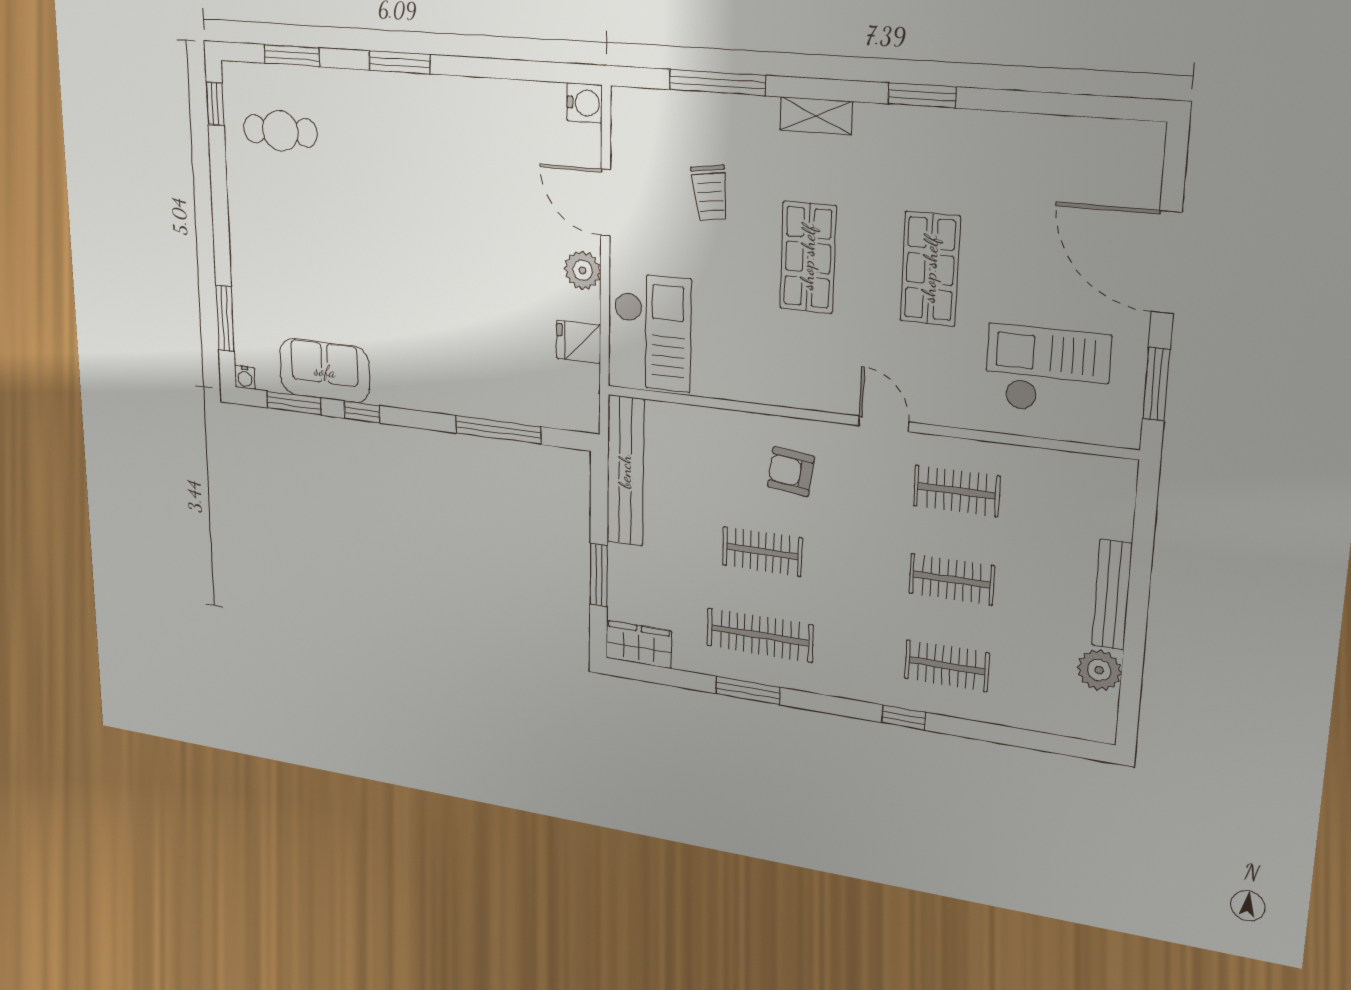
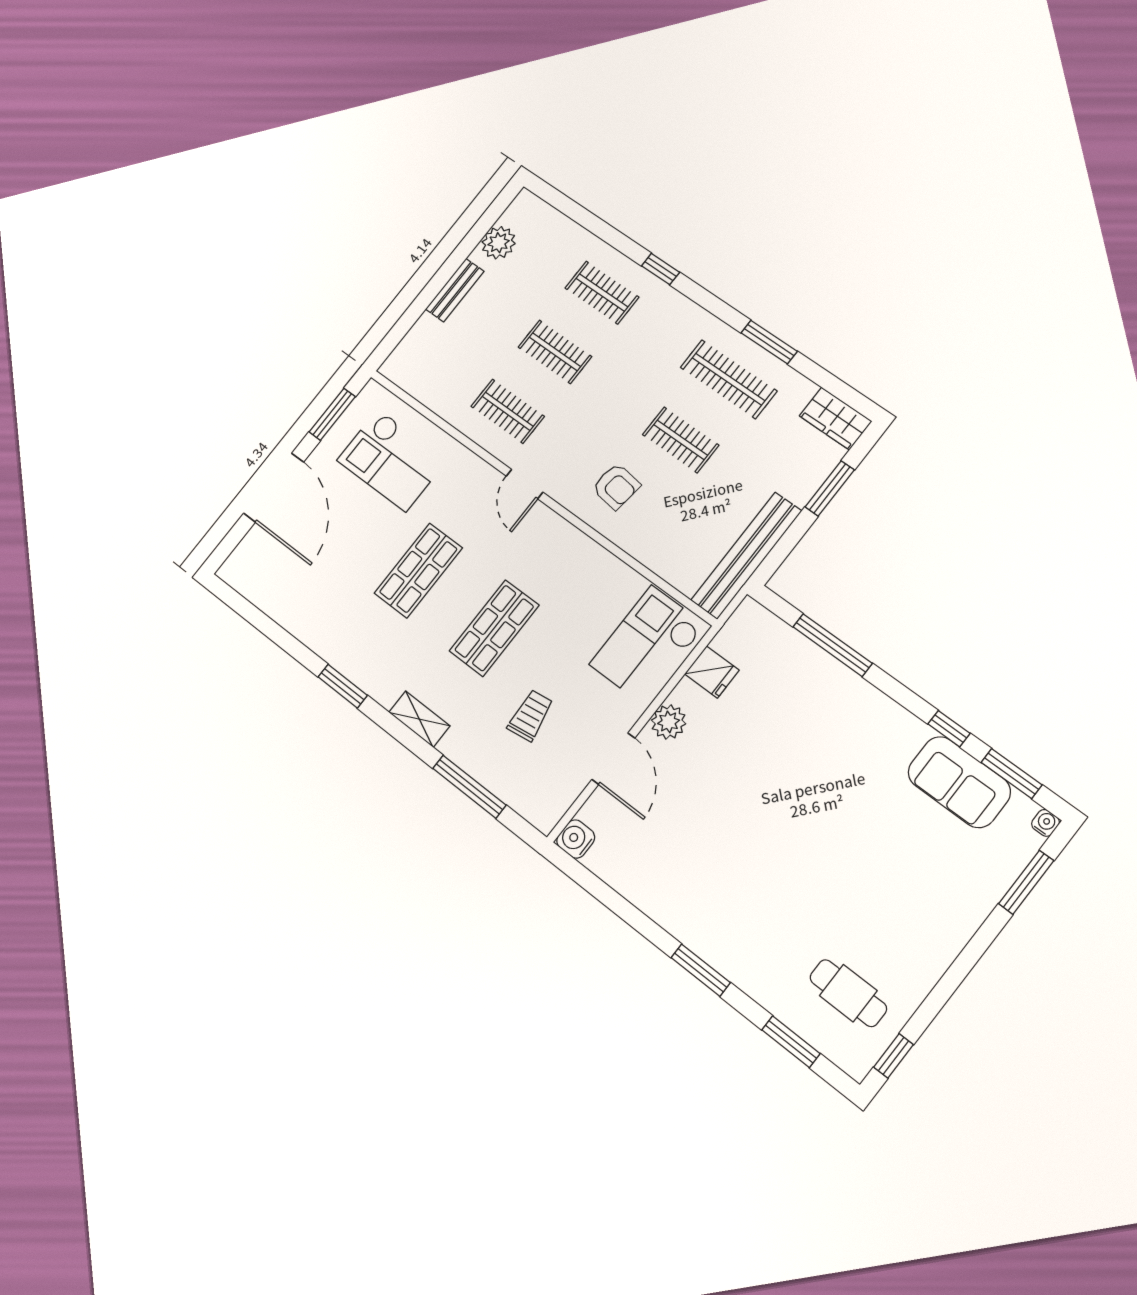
bench: (1112, 595) -> (455, 290), width x0.73

